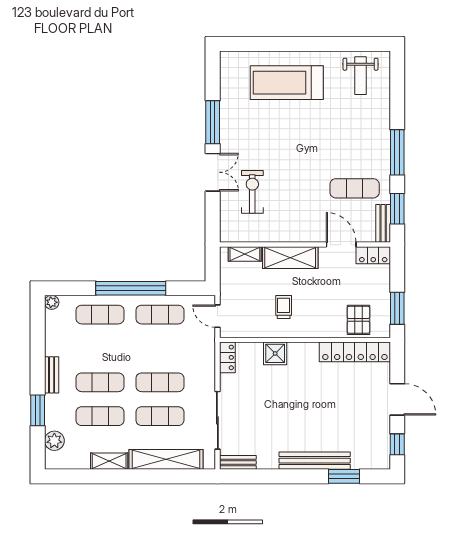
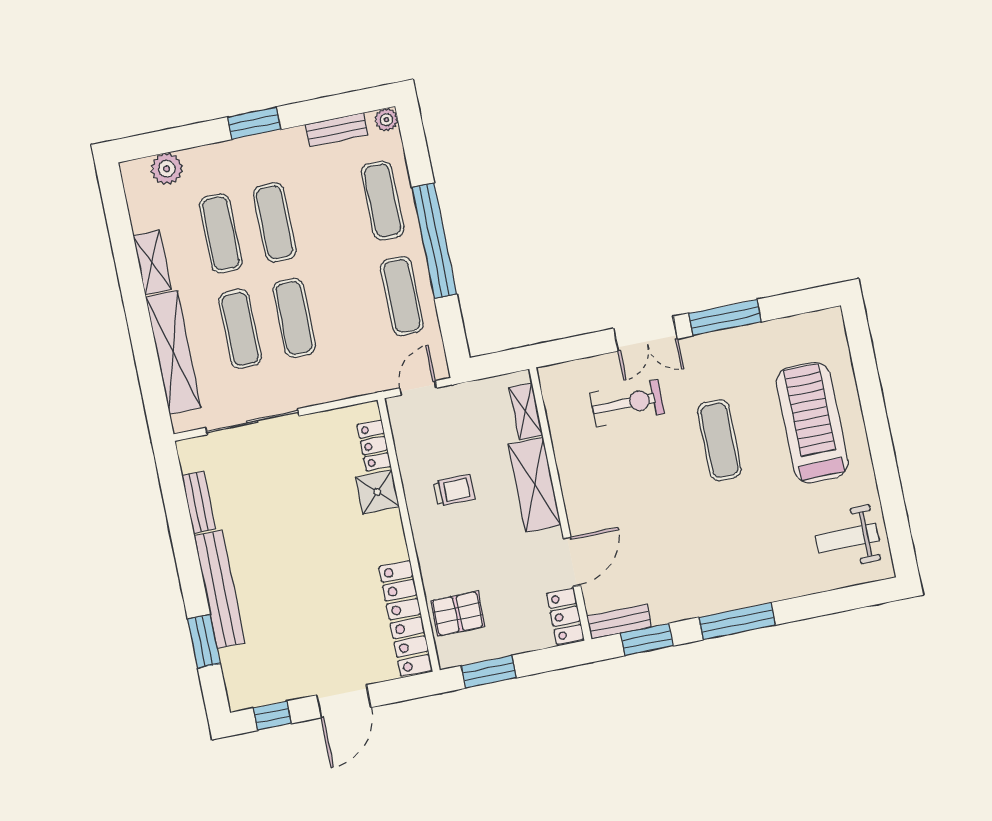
exercise mat: (355, 188) -> (719, 440), moved
locker: (227, 357) -> (374, 446), moved, turned 90
bench: (52, 375) -> (337, 129), moved
window: (38, 410) -> (254, 123), moved
bench: (238, 462) -> (199, 502), moved

